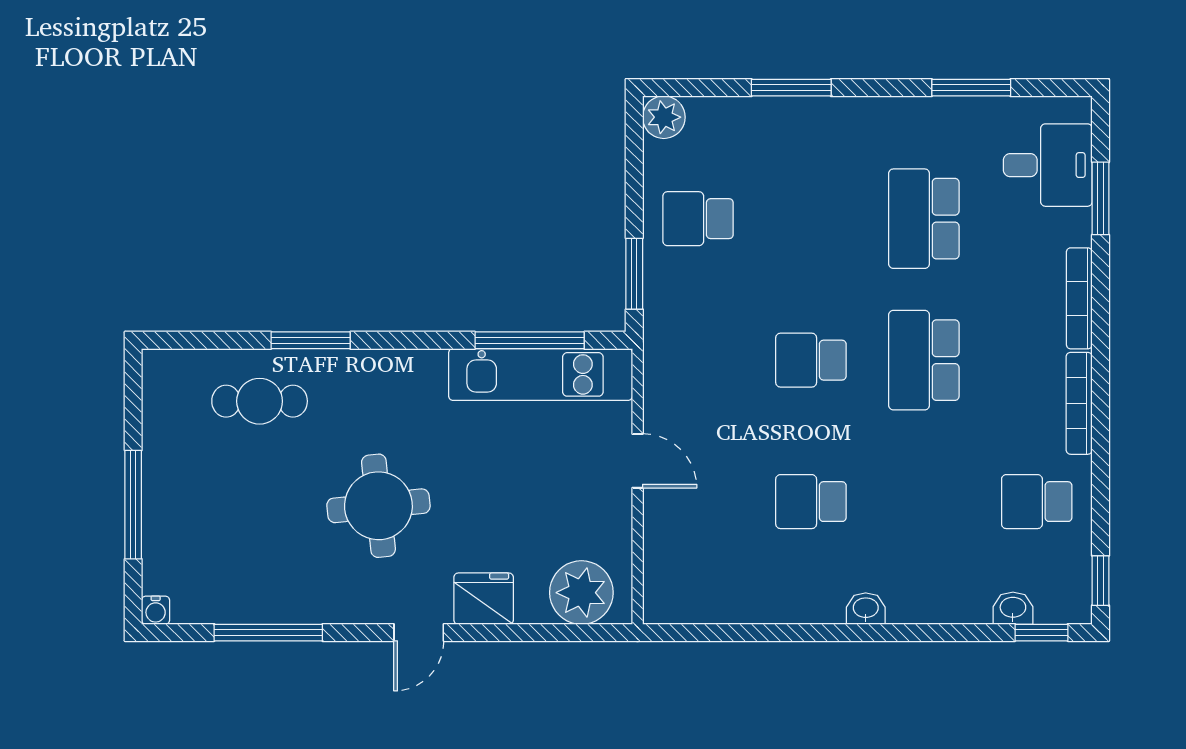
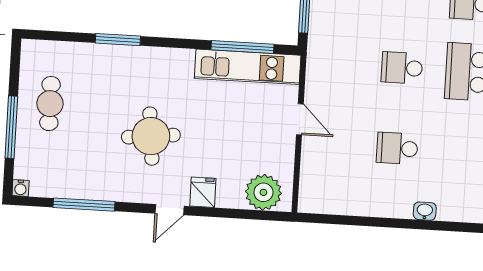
cafe table: (260, 401) -> (50, 104), moved, turned 90
fridge: (484, 599) -> (203, 192), width x0.72

